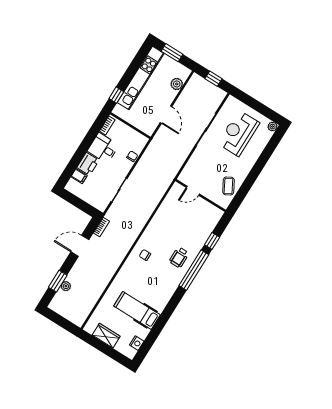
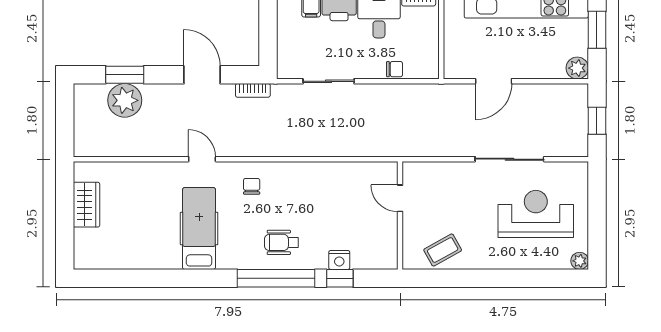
plant: (177, 84) -> (577, 68), moved
door: (118, 270) -> (202, 159), added
plant: (66, 286) -> (125, 100), width x1.88, depth x1.88
hospital bed: (137, 310) -> (199, 228), moved
nightstand: (137, 343) -> (339, 260), moved

